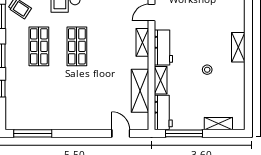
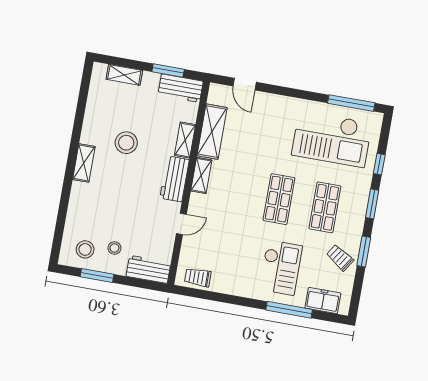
shelving: (142, 42) -> (201, 175), moved
stool: (207, 70) -> (126, 143), width x1.89, depth x1.89
checkout: (43, 102) -> (332, 139), added
workbench: (163, 112) -> (181, 88), moved, turned -90
window: (184, 133) -> (168, 70), width x0.69

